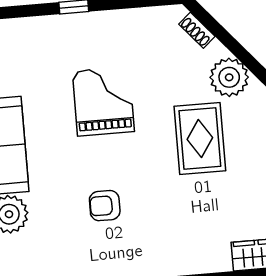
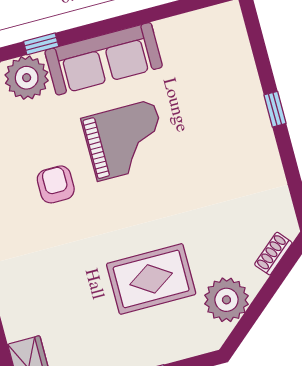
grand piano: (103, 101) -> (125, 140), moved

